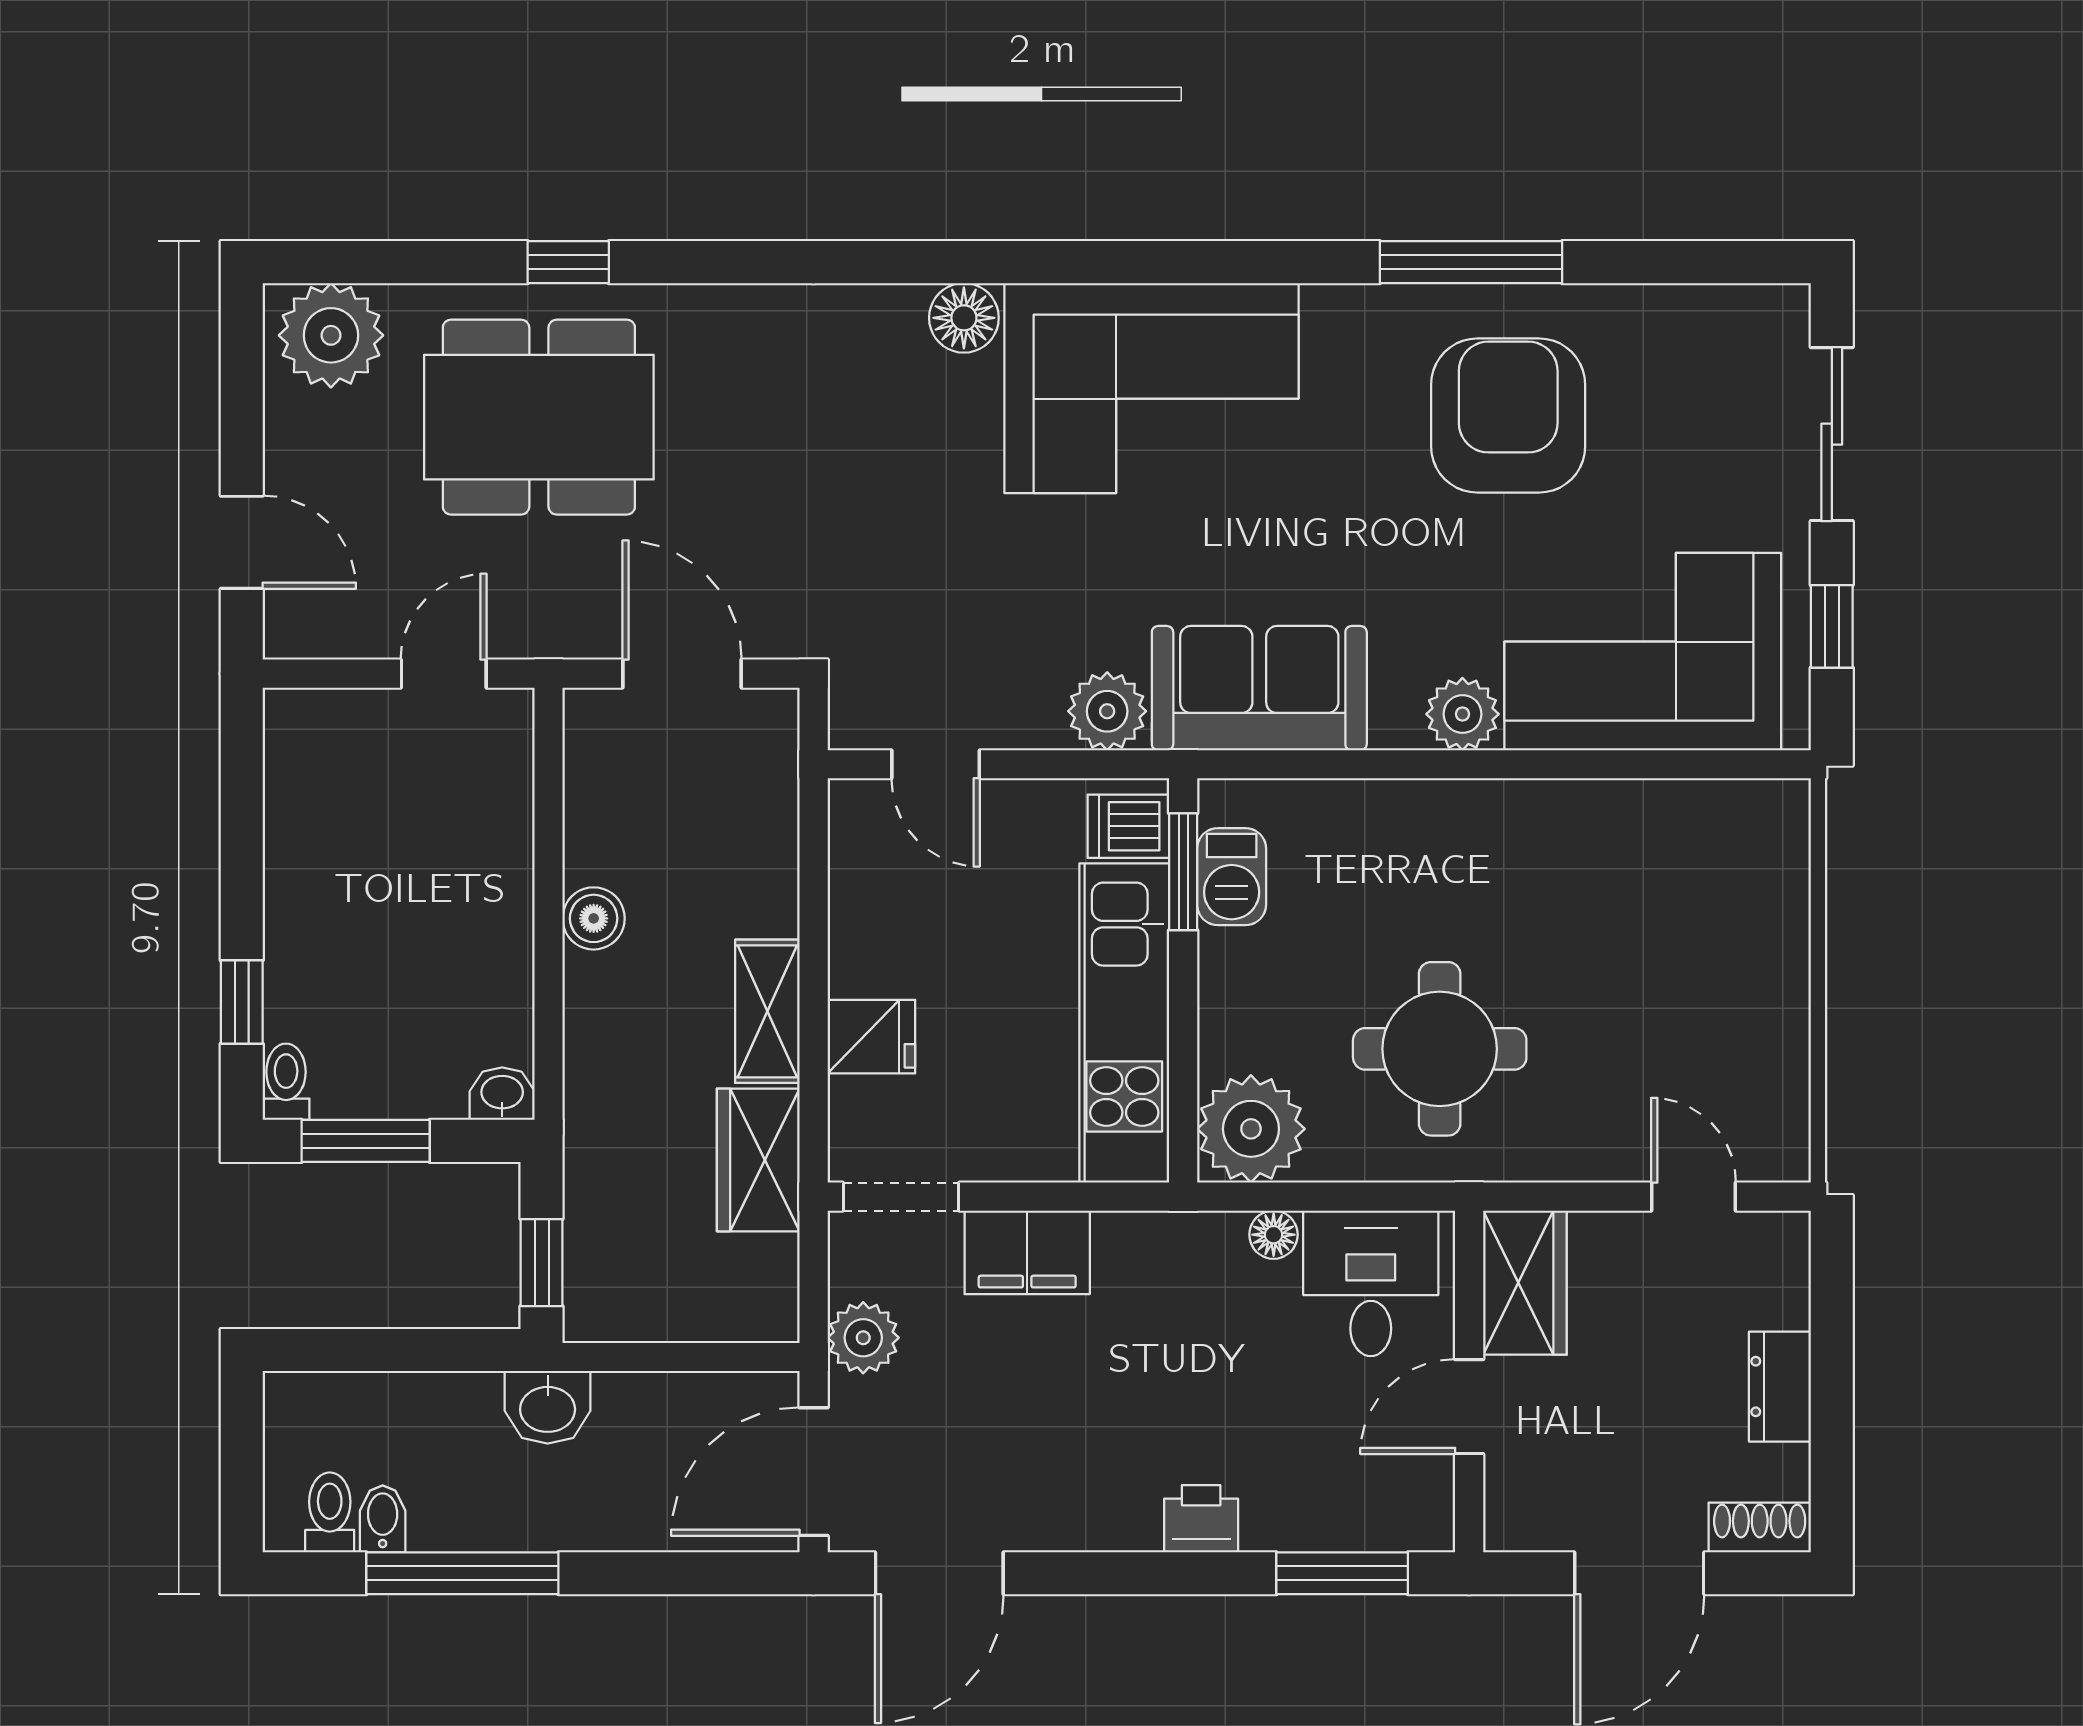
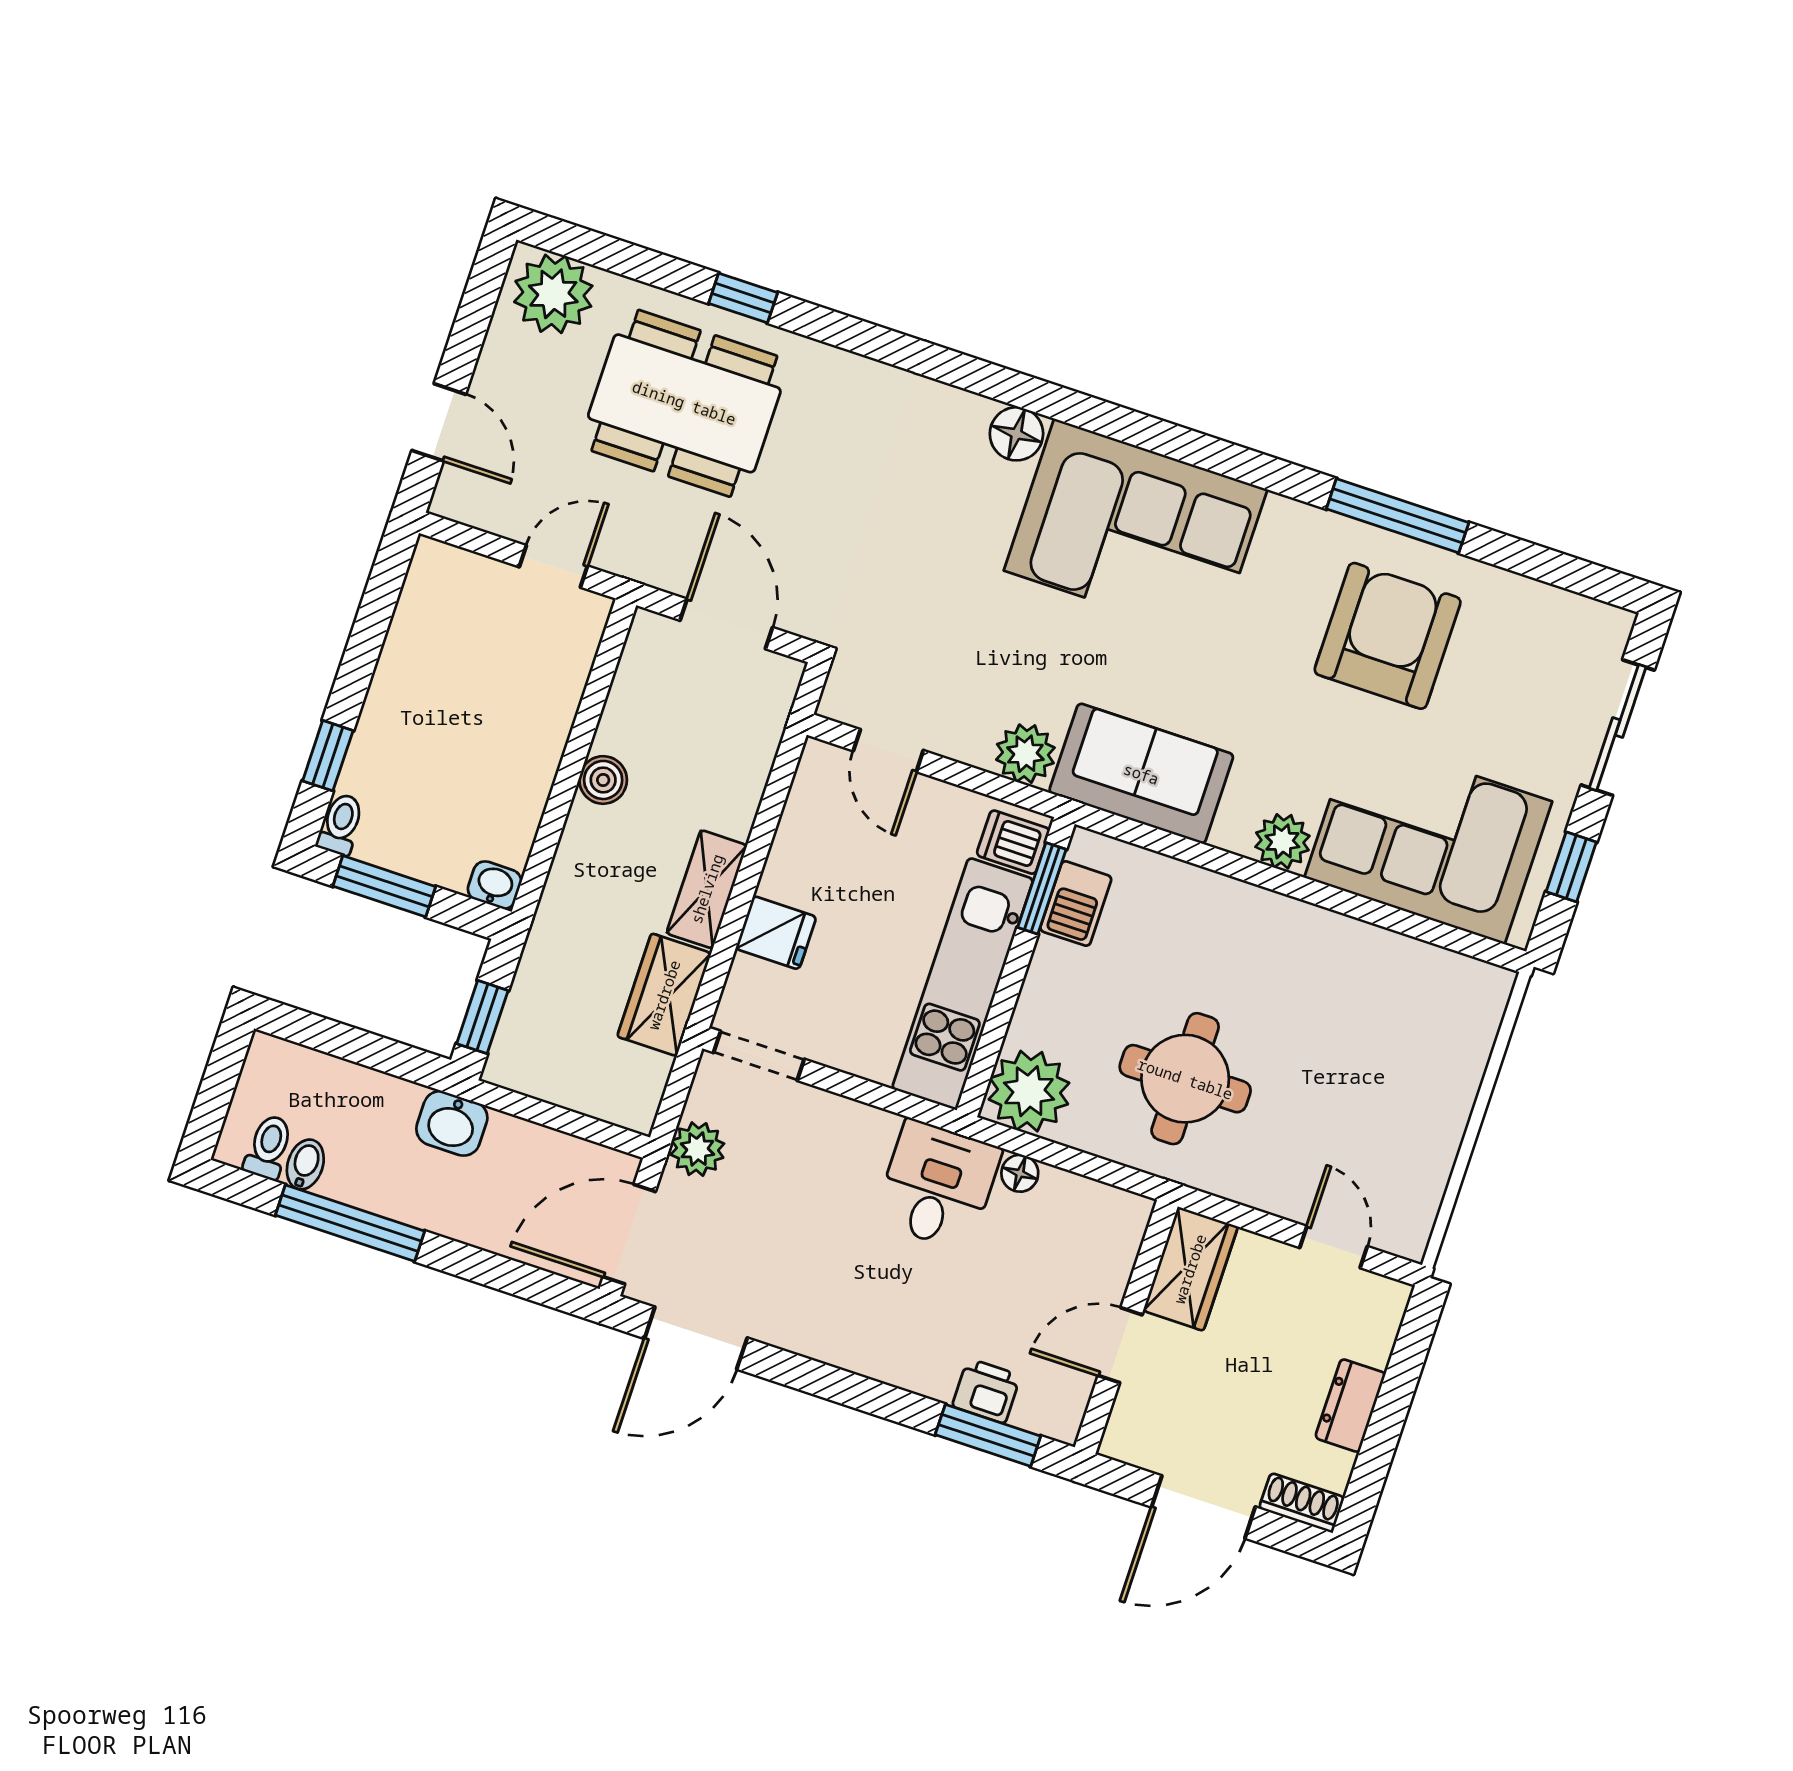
filing cabinet: (1027, 1252) -> (837, 1127), removed
desk: (1371, 1283) -> (938, 1185), moved
printer: (1201, 1519) -> (986, 1391), moved

